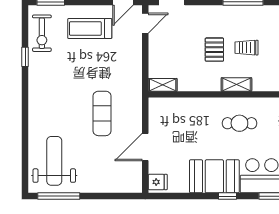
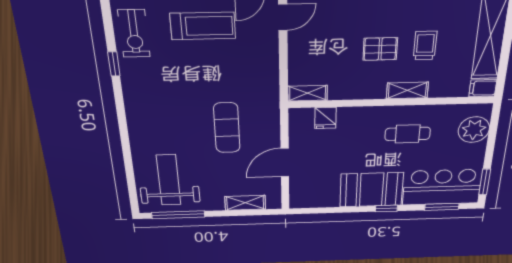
treadmill: (90, 29) -> (203, 26), turned 180
trolley: (246, 48) -> (425, 46), turned 90
pallet: (214, 50) -> (380, 49), turned 90
fridge: (158, 182) -> (325, 118), moved, turned 90
shelving: (113, 186) -> (245, 203), added

